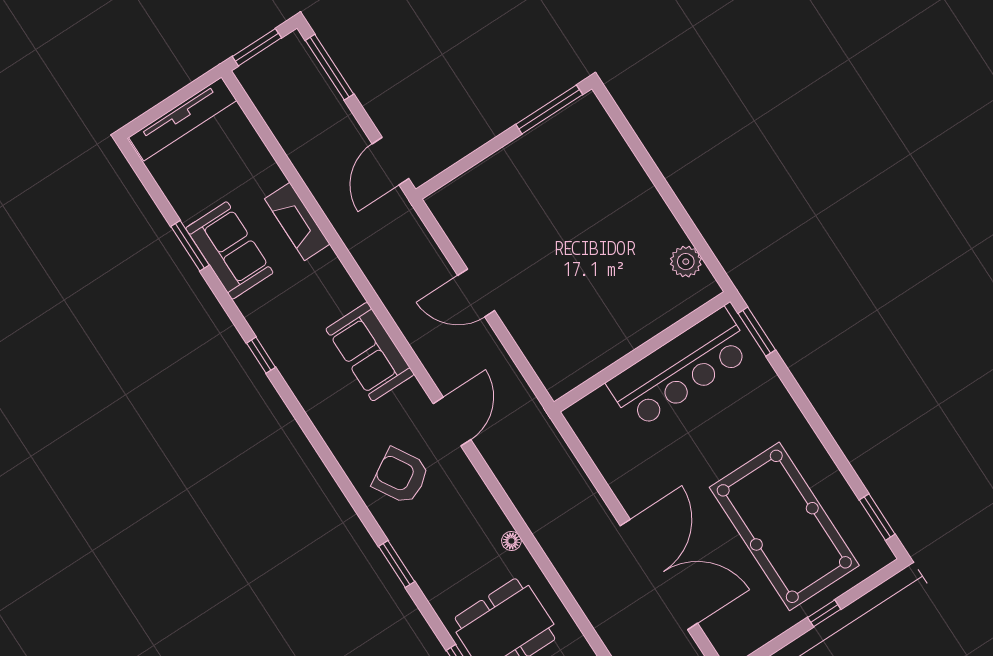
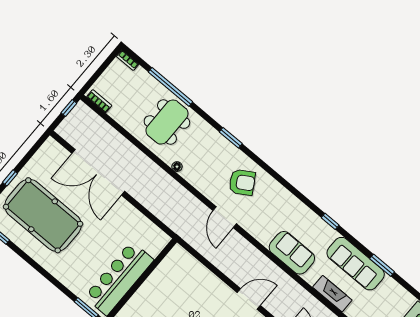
sofa: (229, 250) -> (356, 264), width x1.36
door: (476, 293) -> (249, 299), moved
sofa: (370, 352) -> (292, 253), moved

